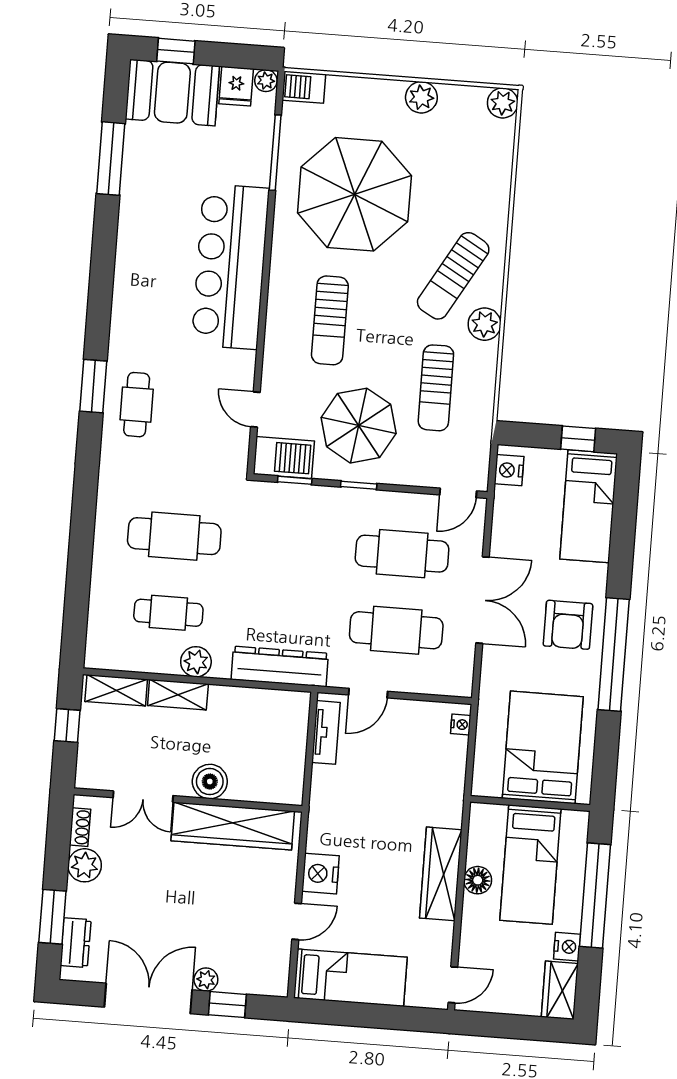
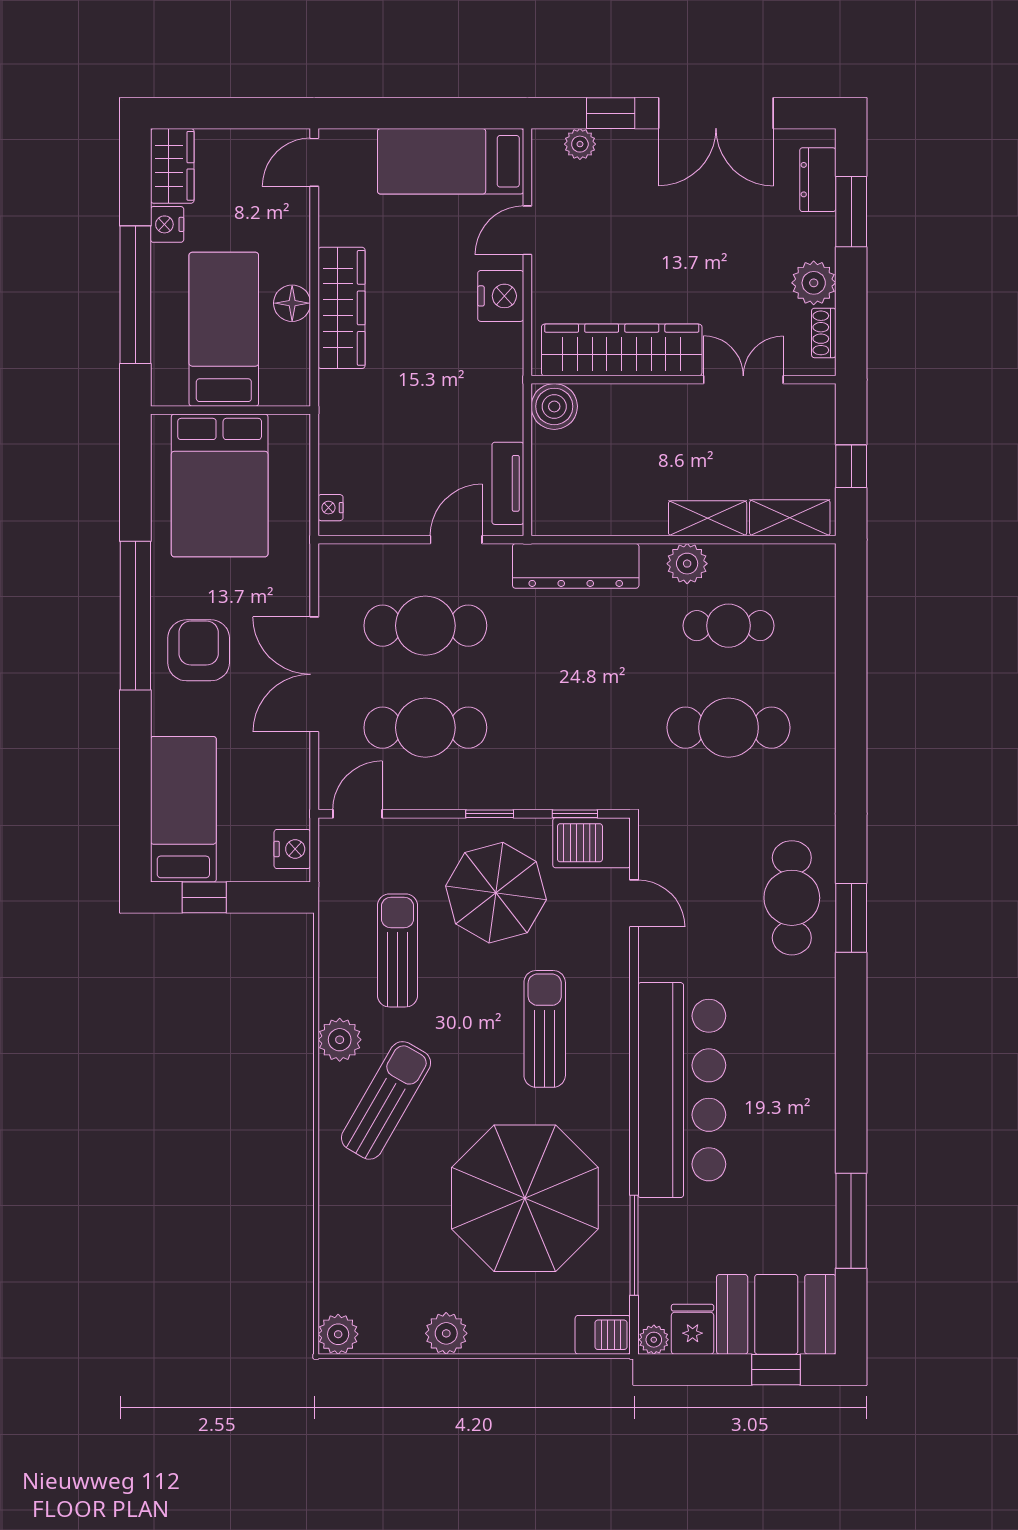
cafe table: (137, 405) -> (792, 898), width x1.37, depth x1.35
boiler: (210, 782) -> (554, 406), moved
plant: (206, 980) -> (580, 144), moved

